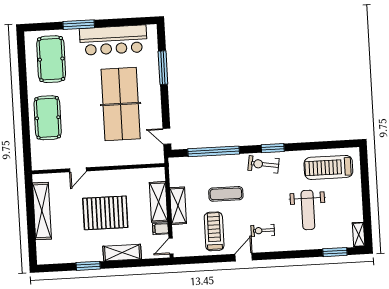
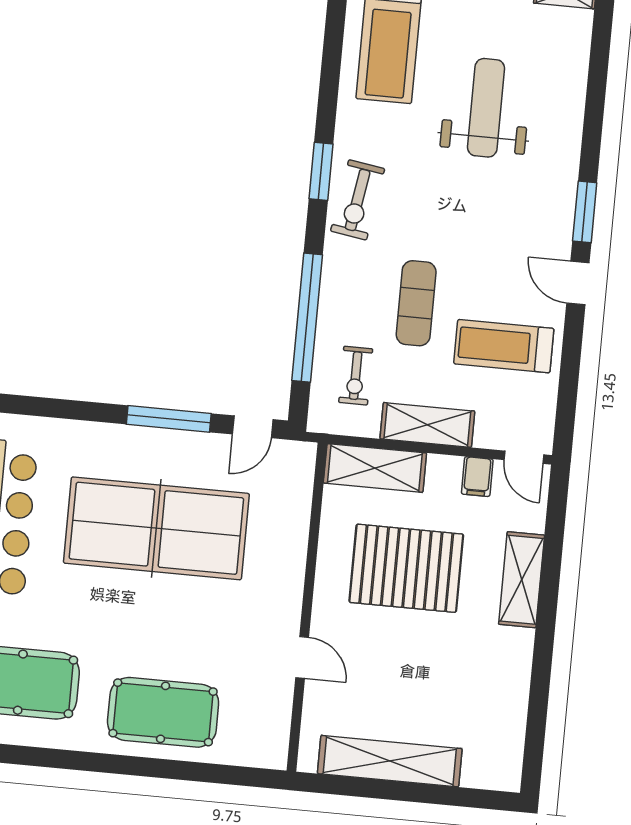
window: (163, 68) -> (169, 419), moved
shelving: (159, 202) -> (375, 468), moved
weight bench: (308, 210) -> (486, 108), turned -90
pallet: (105, 213) -> (406, 568), moved, turned 90
exercise bike: (263, 230) -> (356, 376), moved
window: (335, 252) -> (585, 212), moved
window: (88, 266) -> (542, 668), removed

